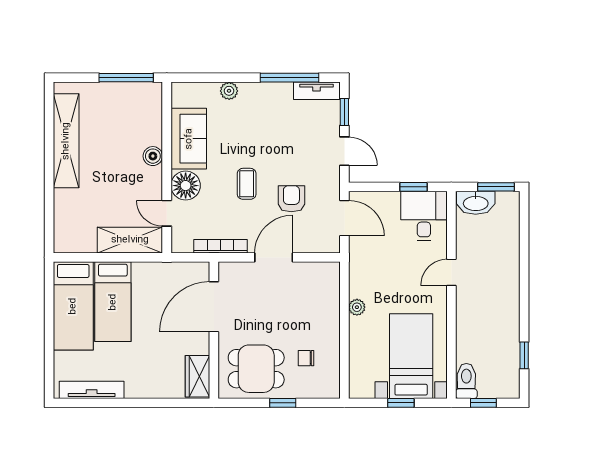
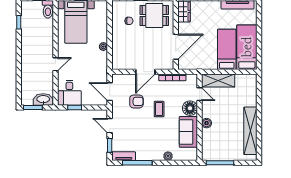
armchair: (291, 199) -> (136, 101), turned -90

